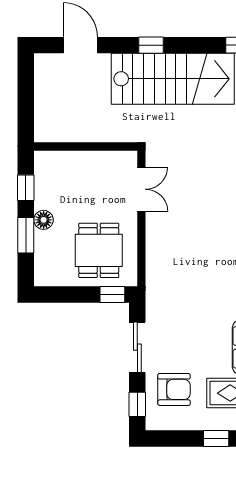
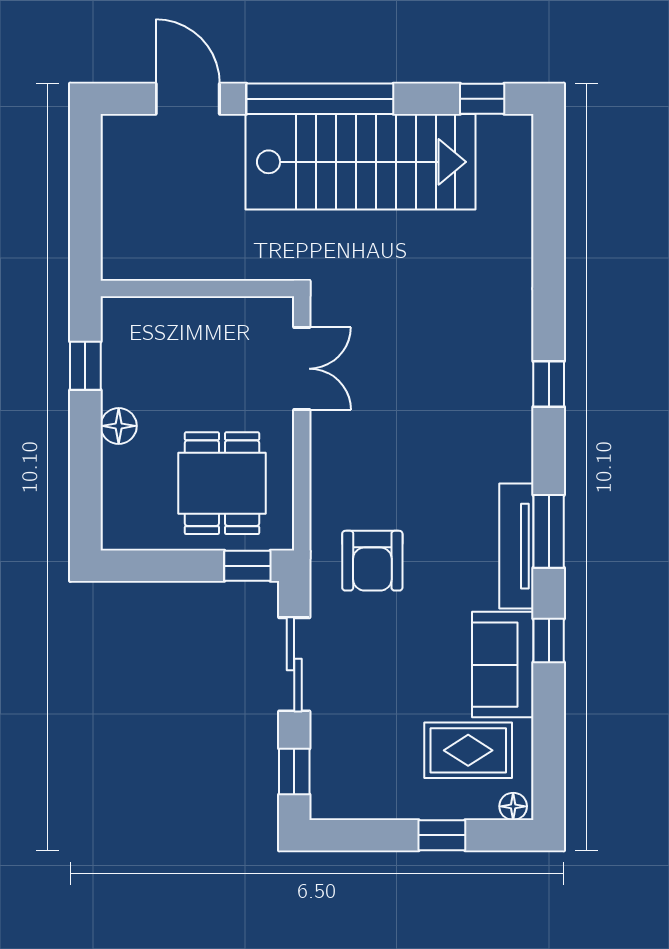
window: (151, 45) -> (320, 99), width x3.17
window: (26, 235) -> (85, 455), removed
armchair: (174, 389) -> (372, 561), moved, turned 90

